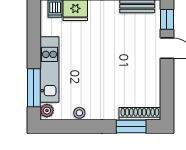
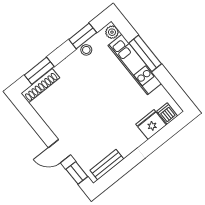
window: (34, 88) -> (145, 53), moved
window: (73, 126) -> (83, 36), added

